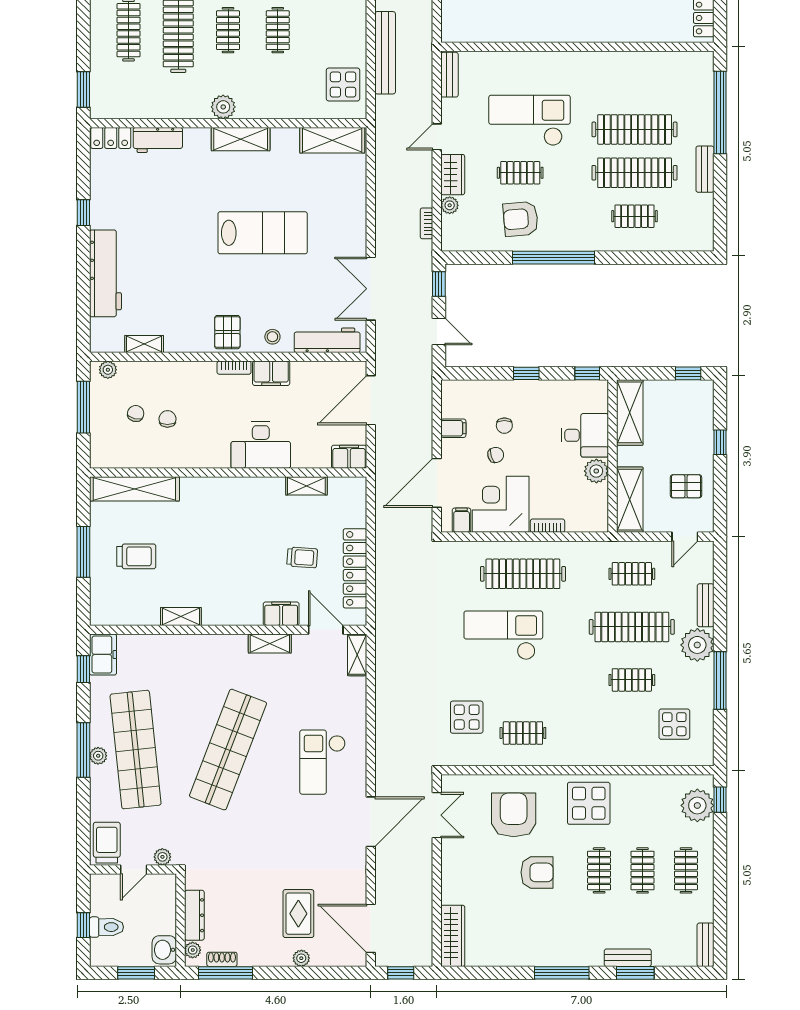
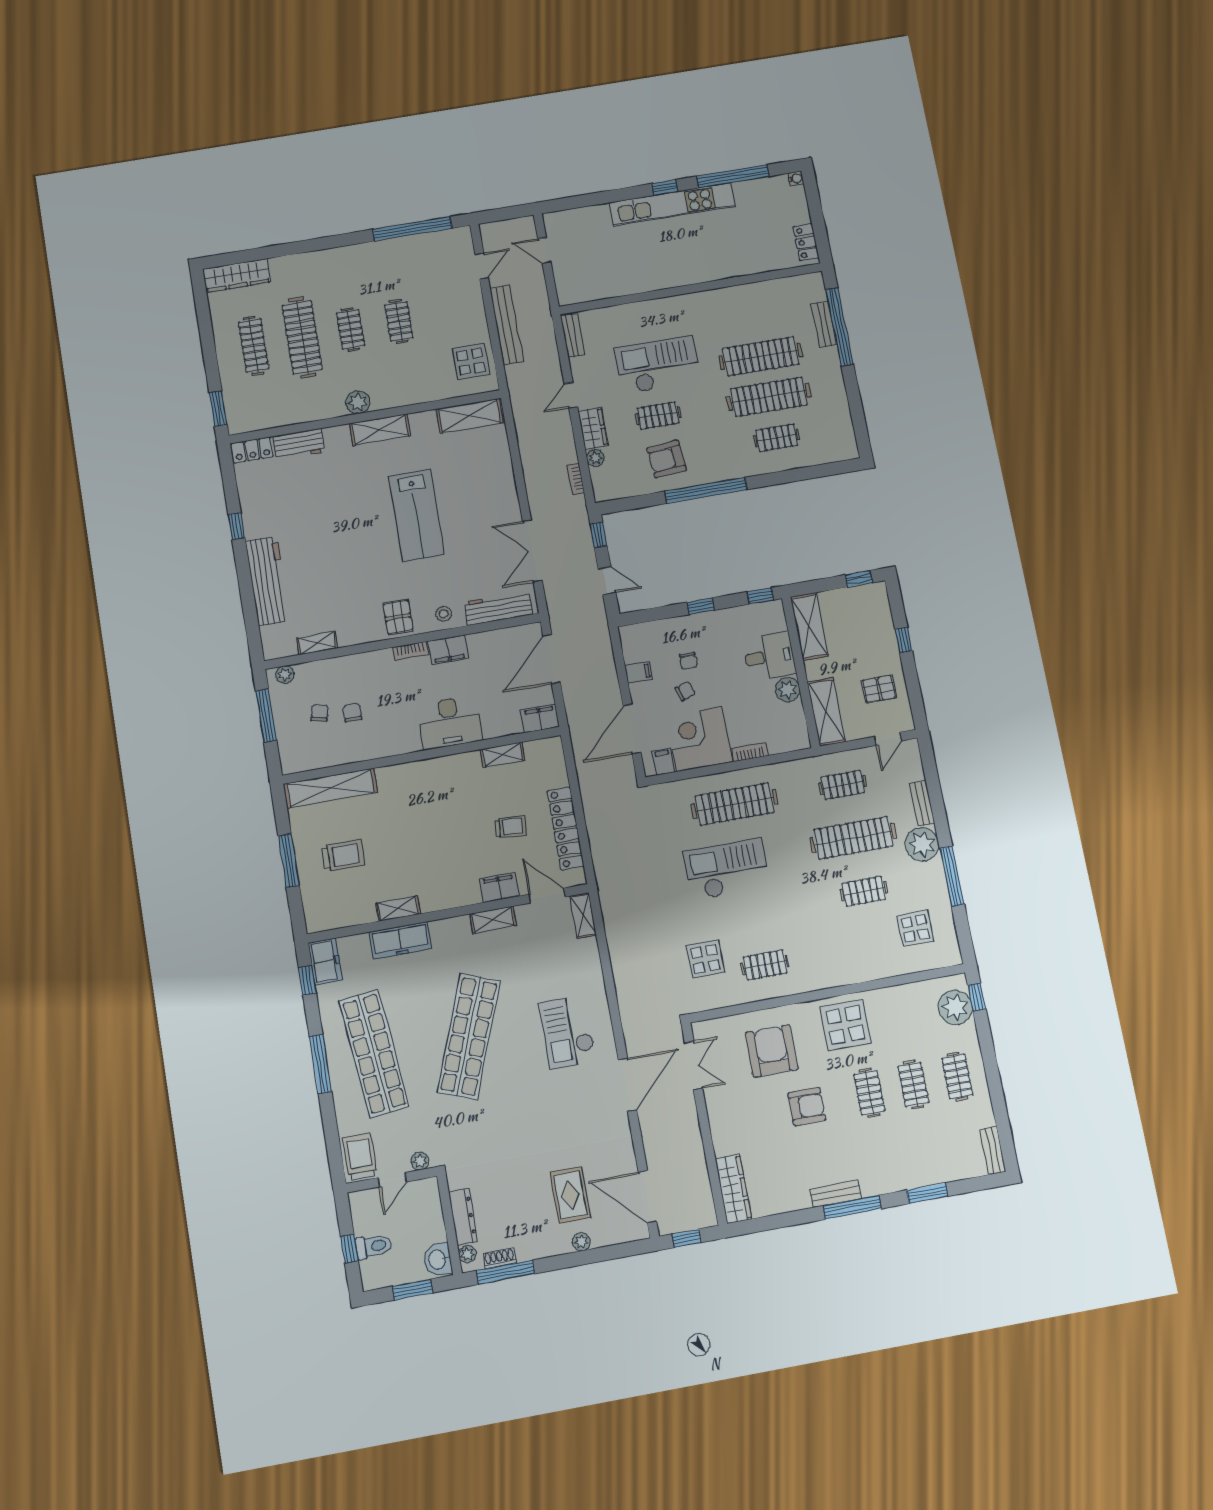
bench: (705, 169) -> (824, 324), moved
lab bench: (263, 233) -> (417, 515), turned 90
freezer: (178, 647) -> (400, 940), added
plant: (98, 756) -> (337, 1067), removed
bench: (628, 958) -> (836, 1194), moved

